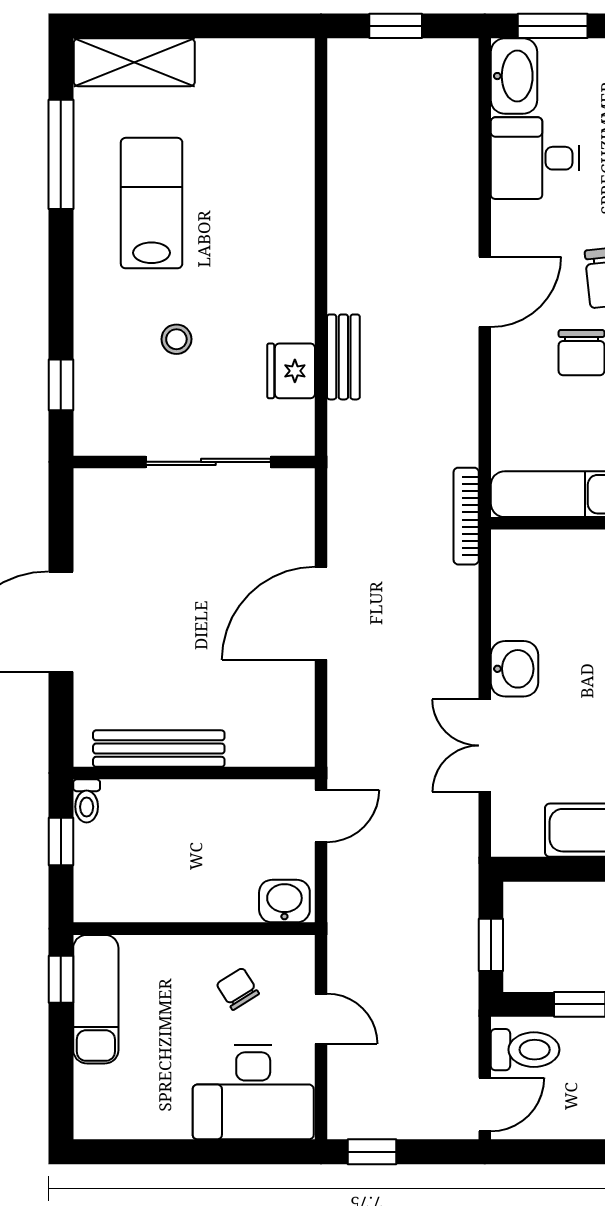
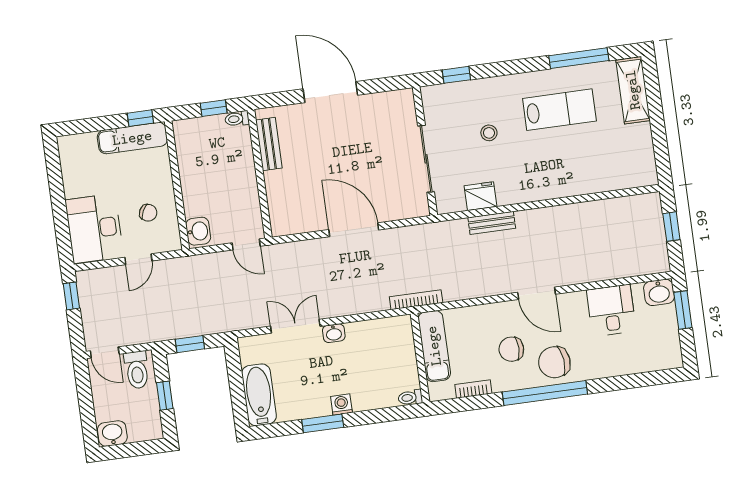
washbasin: (514, 76) -> (659, 292), width x0.72
washbasin: (514, 669) -> (334, 333), width x0.72, depth x0.69
bench: (159, 749) -> (269, 144), width x0.73
chair: (238, 989) -> (148, 213), turned 59

